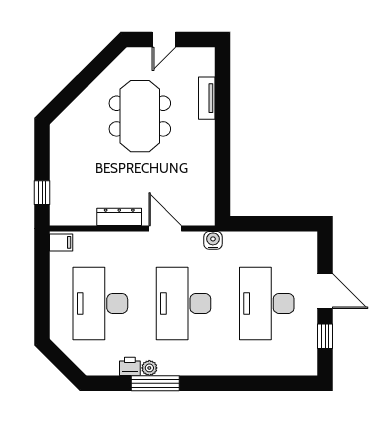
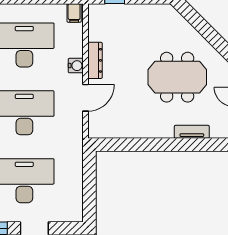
water cooler: (213, 240) -> (76, 66), moved

